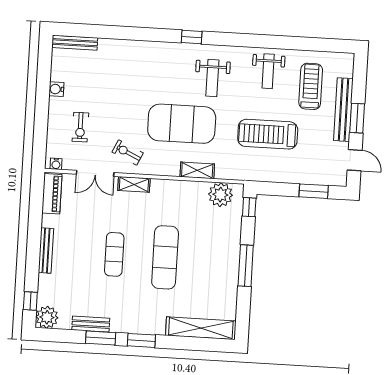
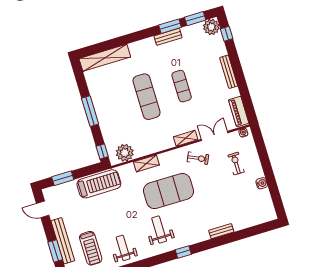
bench: (75, 43) -> (221, 231), moved, width x0.73
window: (357, 118) -> (55, 251), moved
treadmill: (268, 134) -> (99, 184), moved
bench: (91, 324) -> (168, 37), moved
window: (141, 340) -> (195, 19), moved

